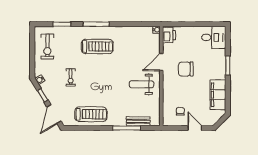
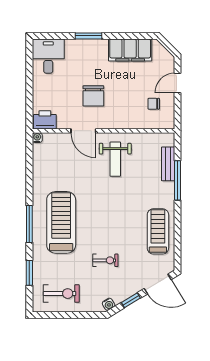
treadmill: (97, 46) -> (61, 222), width x1.37, depth x1.38

